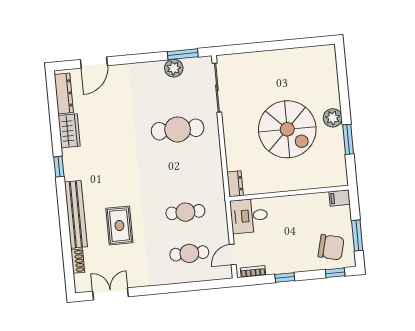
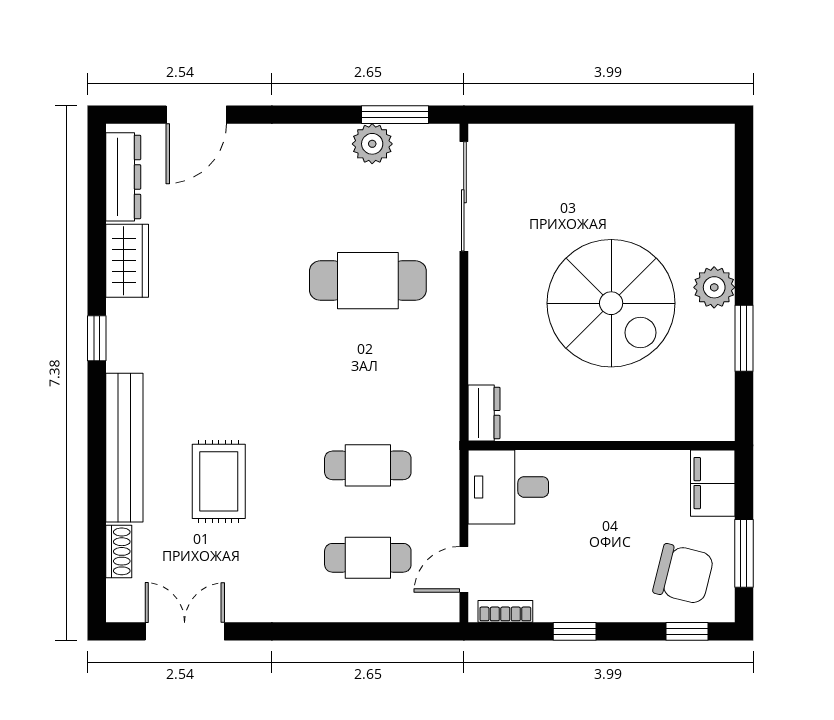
filing cabinet: (340, 198) -> (713, 483), width x2.00

